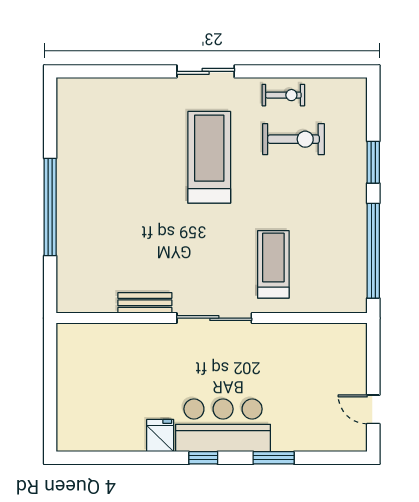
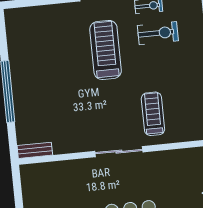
bench: (145, 303) -> (35, 150), moved

